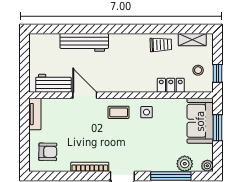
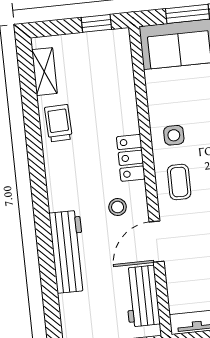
stool: (198, 70) -> (118, 207), moved
locker: (171, 85) -> (131, 158), moved

